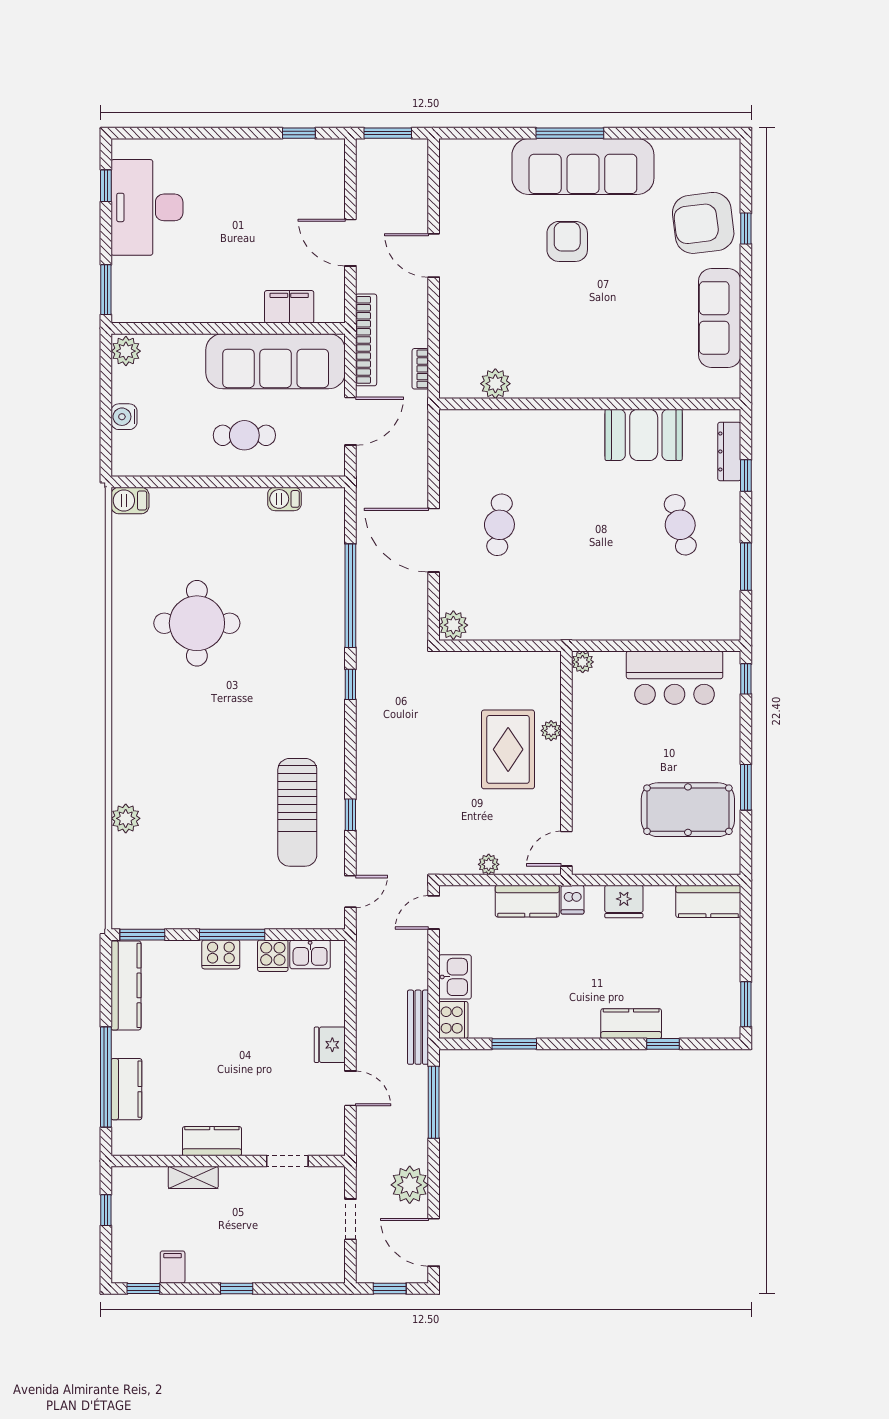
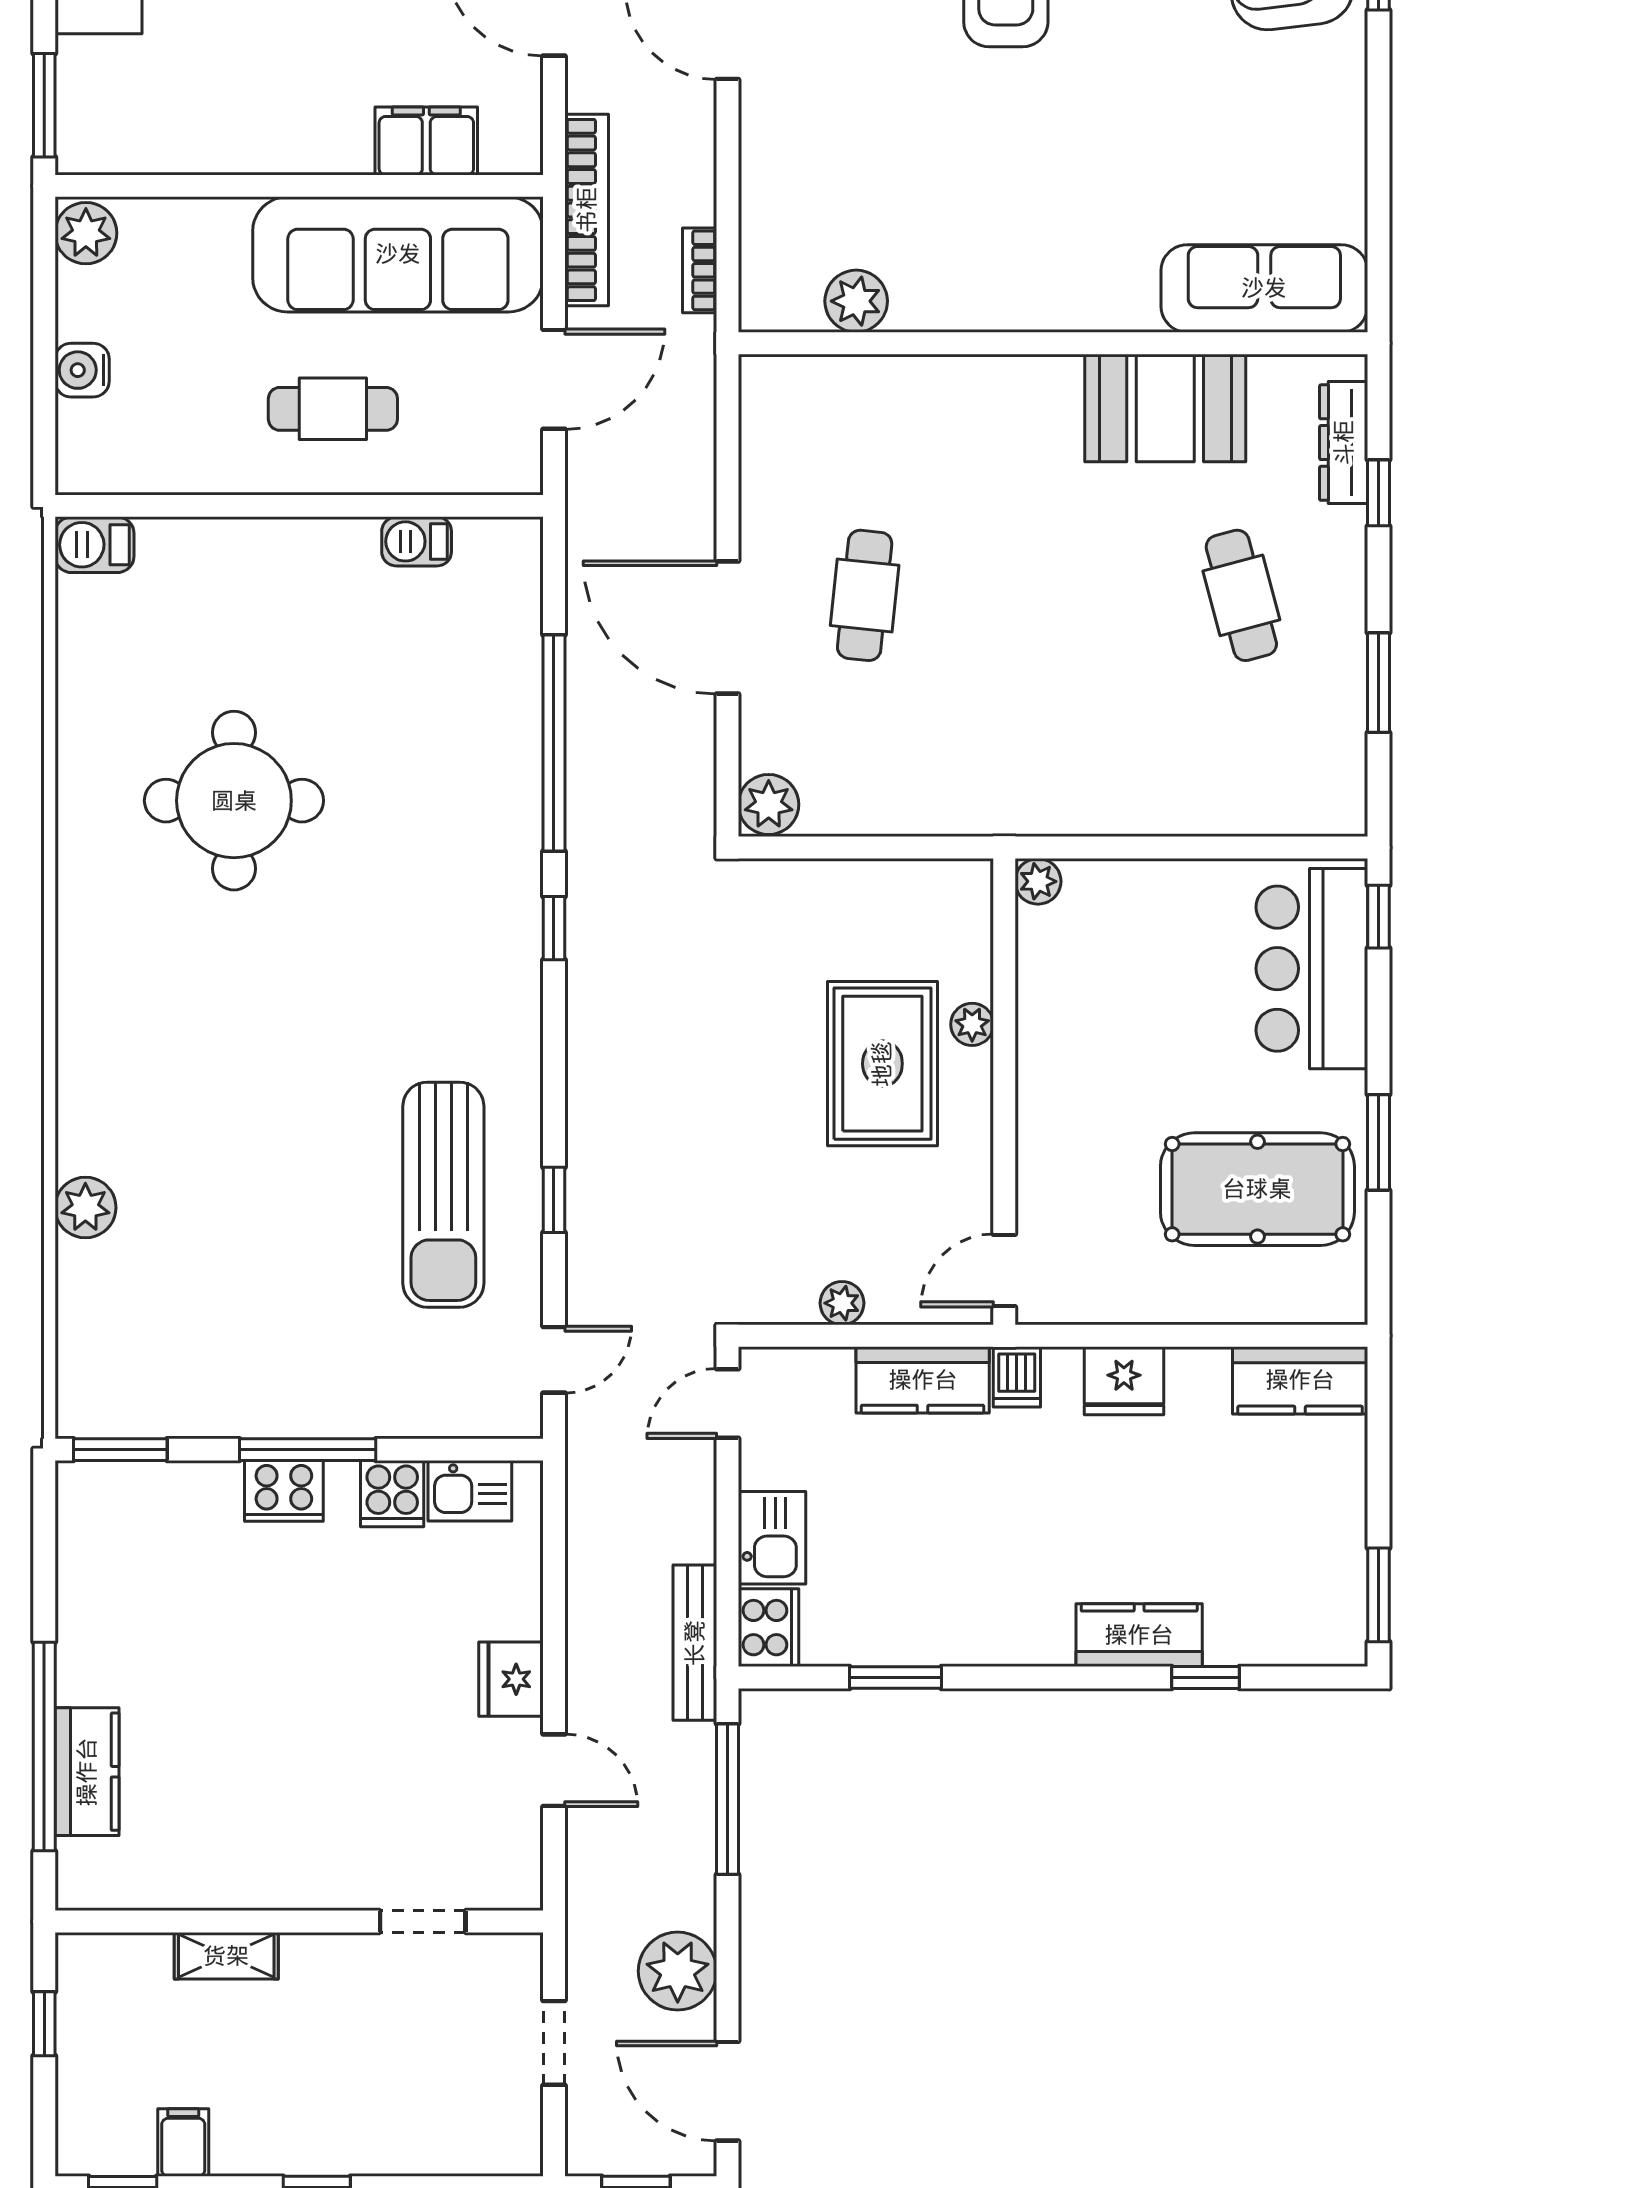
sofa: (720, 318) -> (1264, 288), moved, turned 90
bar counter: (675, 678) -> (1312, 969), moved, turned 90
kitchen counter: (126, 985) -> (86, 1556), removed
kitchen counter: (212, 1141) -> (265, 1880), removed

